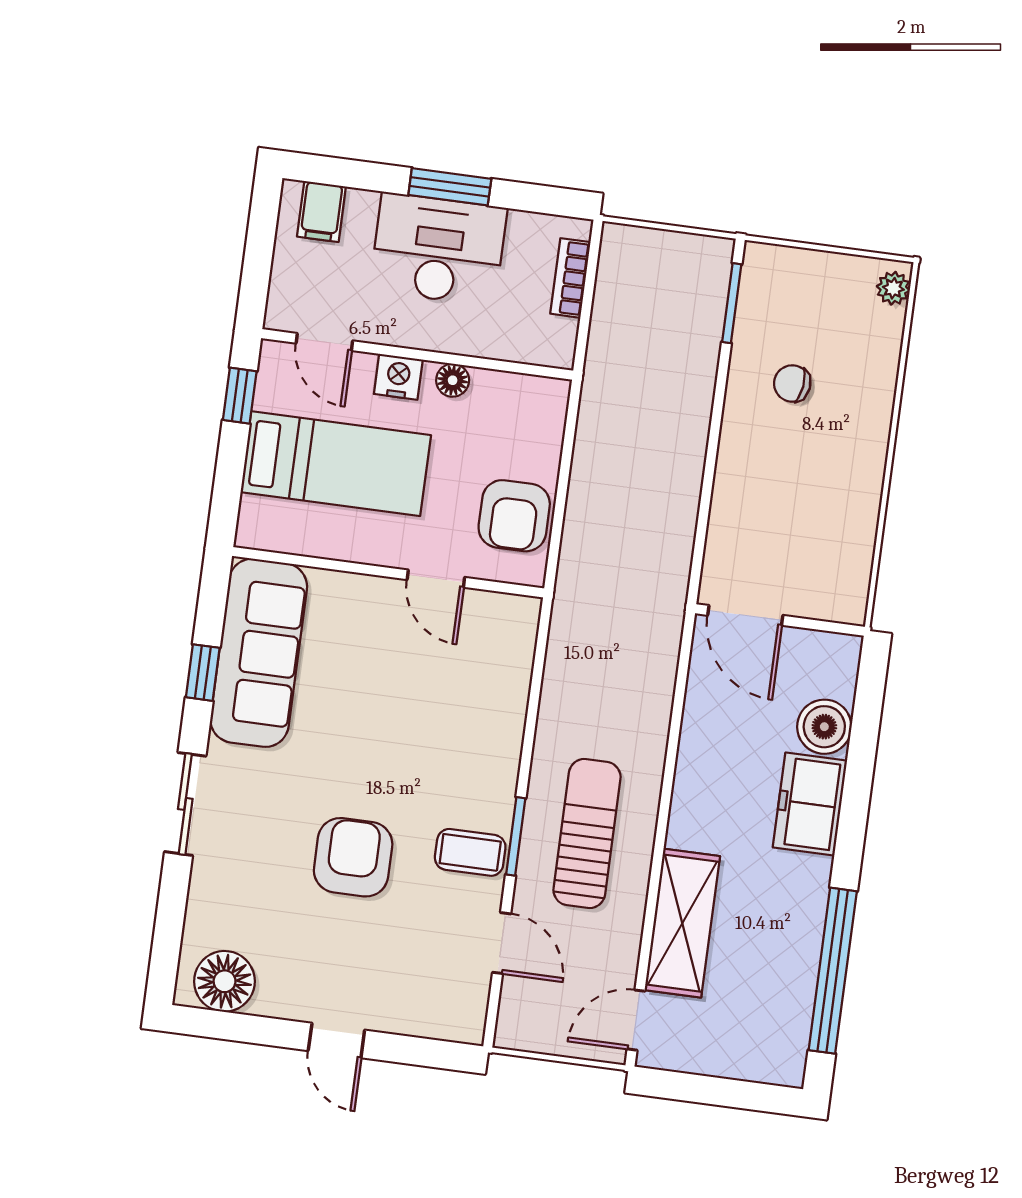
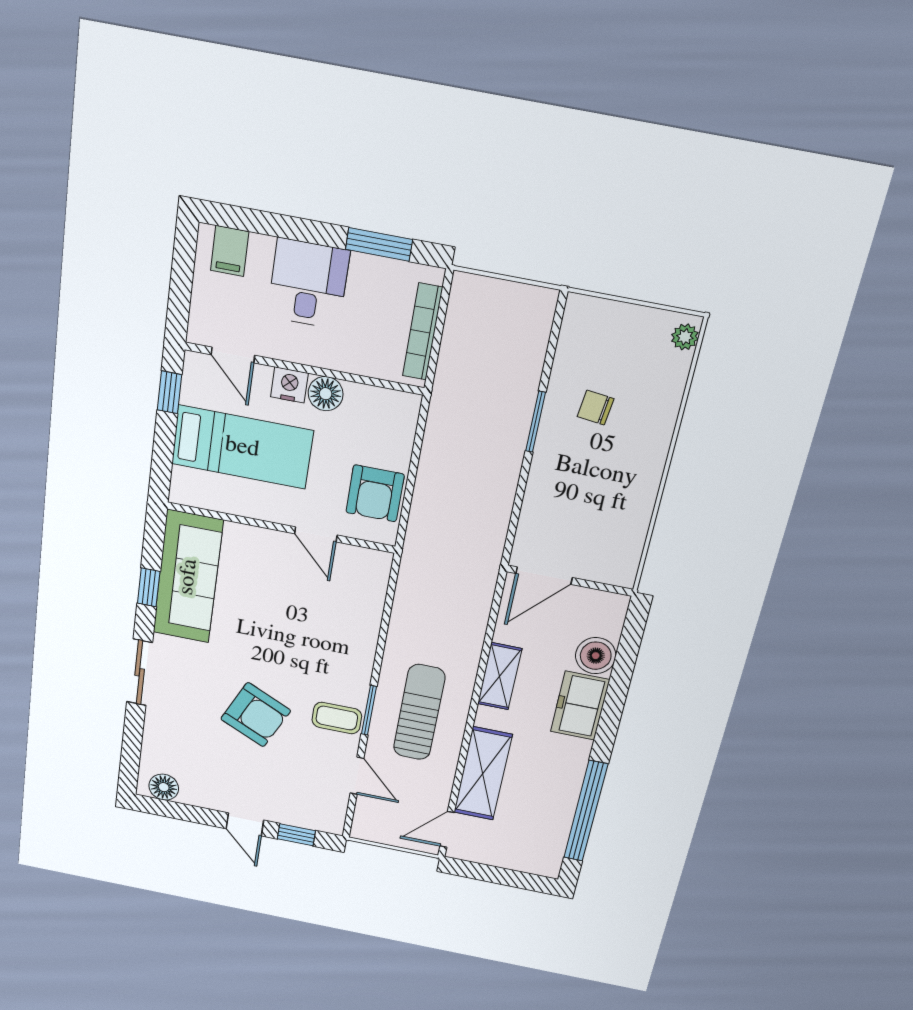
window: (450, 187) -> (379, 244), moved
desk: (438, 249) -> (308, 284), width x0.73
bookcase: (570, 278) -> (422, 332), width x1.56
window: (732, 303) -> (536, 422), moved
floor lamp: (453, 380) -> (326, 394), width x1.37, depth x1.37
door: (745, 615) -> (544, 576), hinge flipped
shelving: (696, 768) -> (500, 676), added
armchair: (353, 857) -> (256, 715), turned 115
floor lamp: (225, 981) -> (164, 787), width x0.73, depth x0.73
window: (414, 1051) -> (296, 835), added

